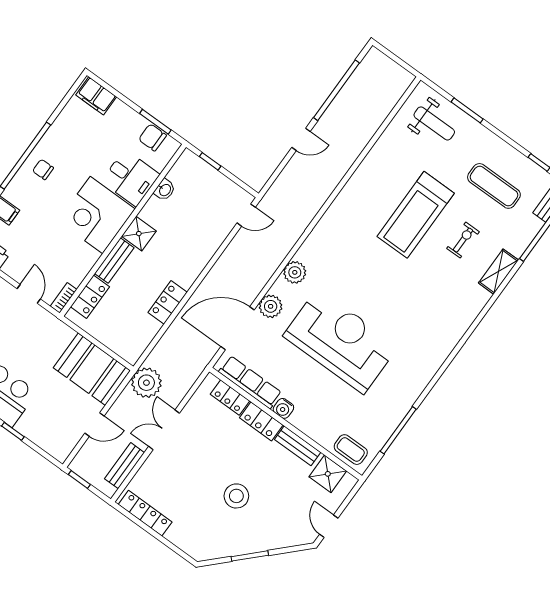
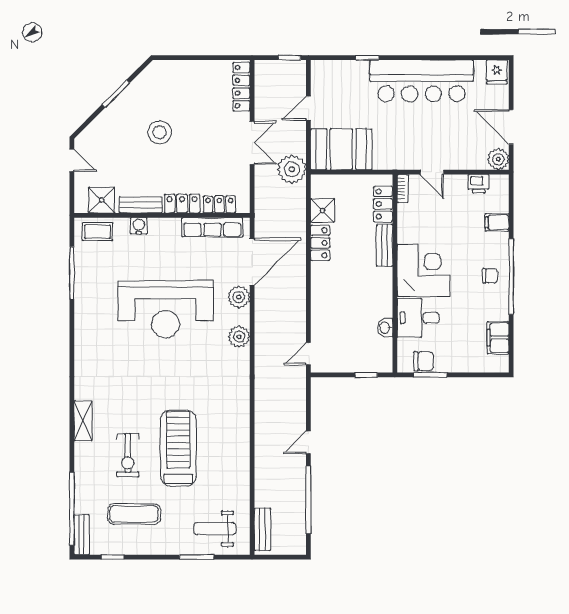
filing cabinet: (96, 96) -> (498, 338), moved, turned -90
shower: (139, 234) -> (323, 211), moved
exercise bike: (463, 240) -> (128, 455), width x1.38, depth x1.39
shelving: (498, 272) -> (83, 421), moved
water cooler: (283, 408) -> (139, 226), moved
bench: (125, 466) -> (262, 529), moved
locker: (145, 513) -> (241, 87), moved, turned 90

